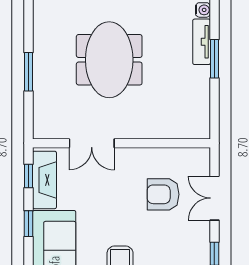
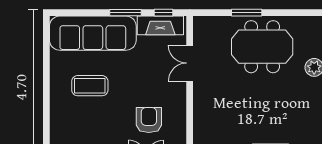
meeting table: (109, 60) -> (262, 47), moved
window: (28, 224) -> (126, 13), width x1.50

